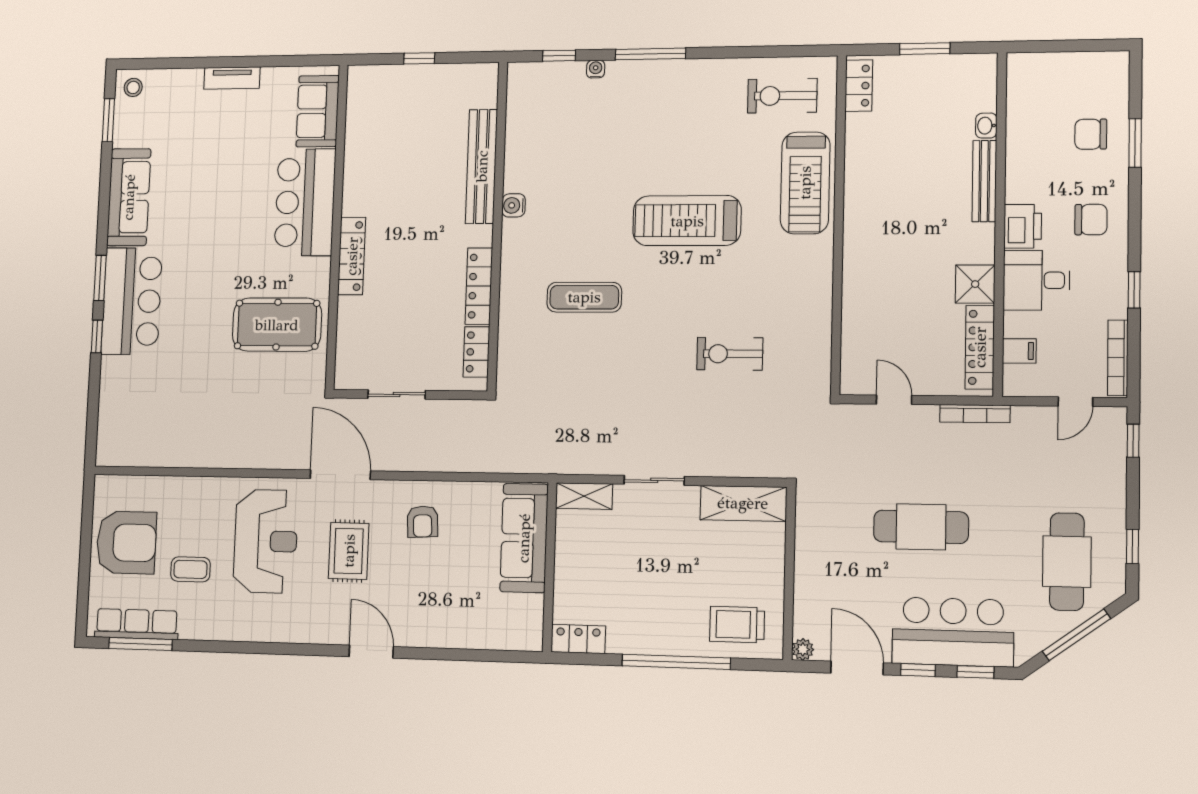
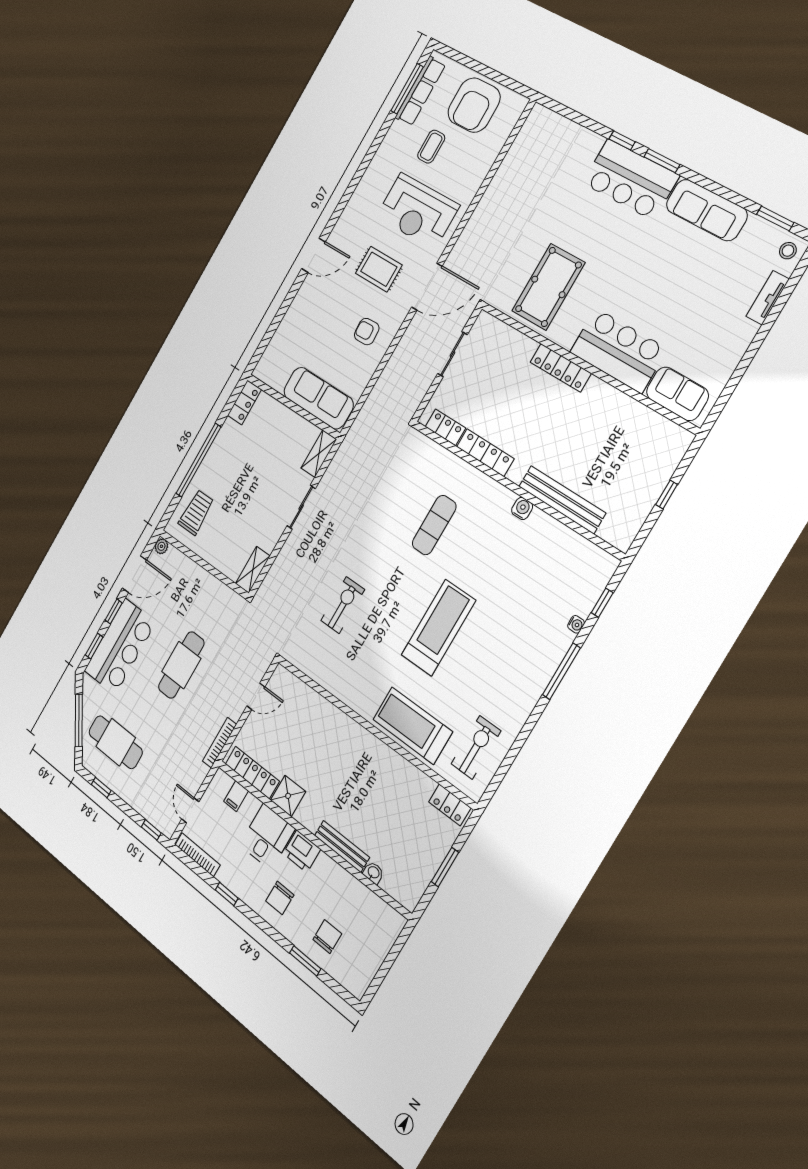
tv unit: (232, 78) -> (768, 298), moved
shelving: (743, 503) -> (253, 570), width x0.67, depth x0.75

